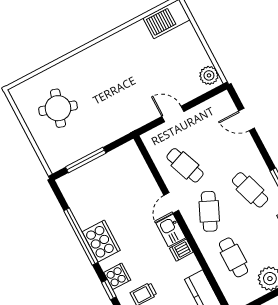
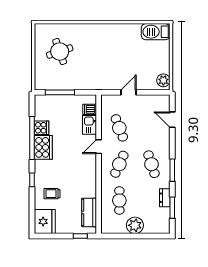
round table: (58, 108) -> (60, 52), turned -37
door: (173, 114) -> (129, 92), hinge flipped
kitchen sink: (171, 230) -> (89, 125), moved
dishwasher: (181, 250) -> (90, 109), moved
cooker: (117, 276) -> (42, 128), moved

